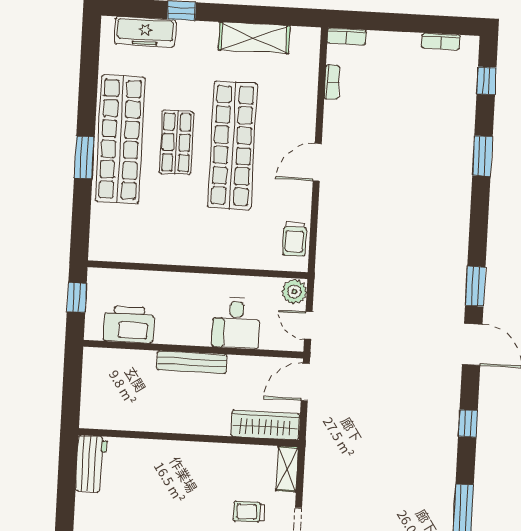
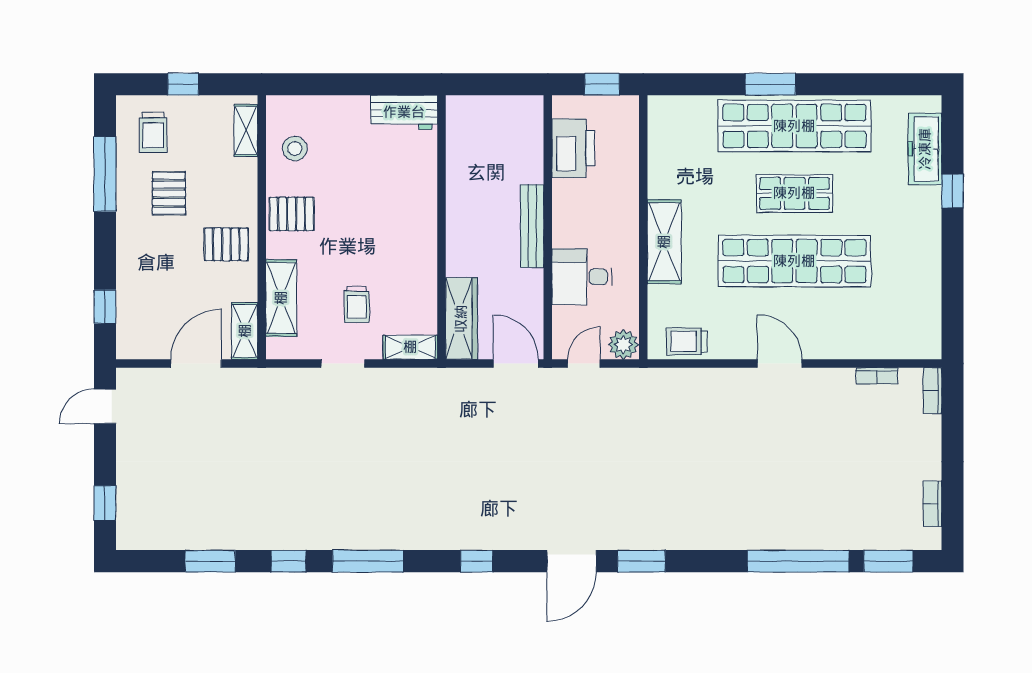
shelving: (254, 38) -> (664, 242), moved
window: (486, 81) -> (888, 561), width x1.50
window: (482, 156) -> (798, 561), width x2.11
trolley: (249, 512) -> (357, 304), turned 180

